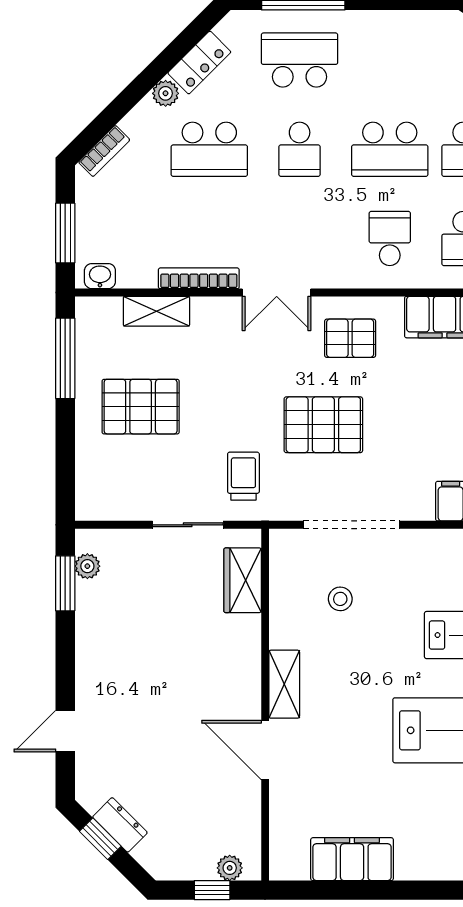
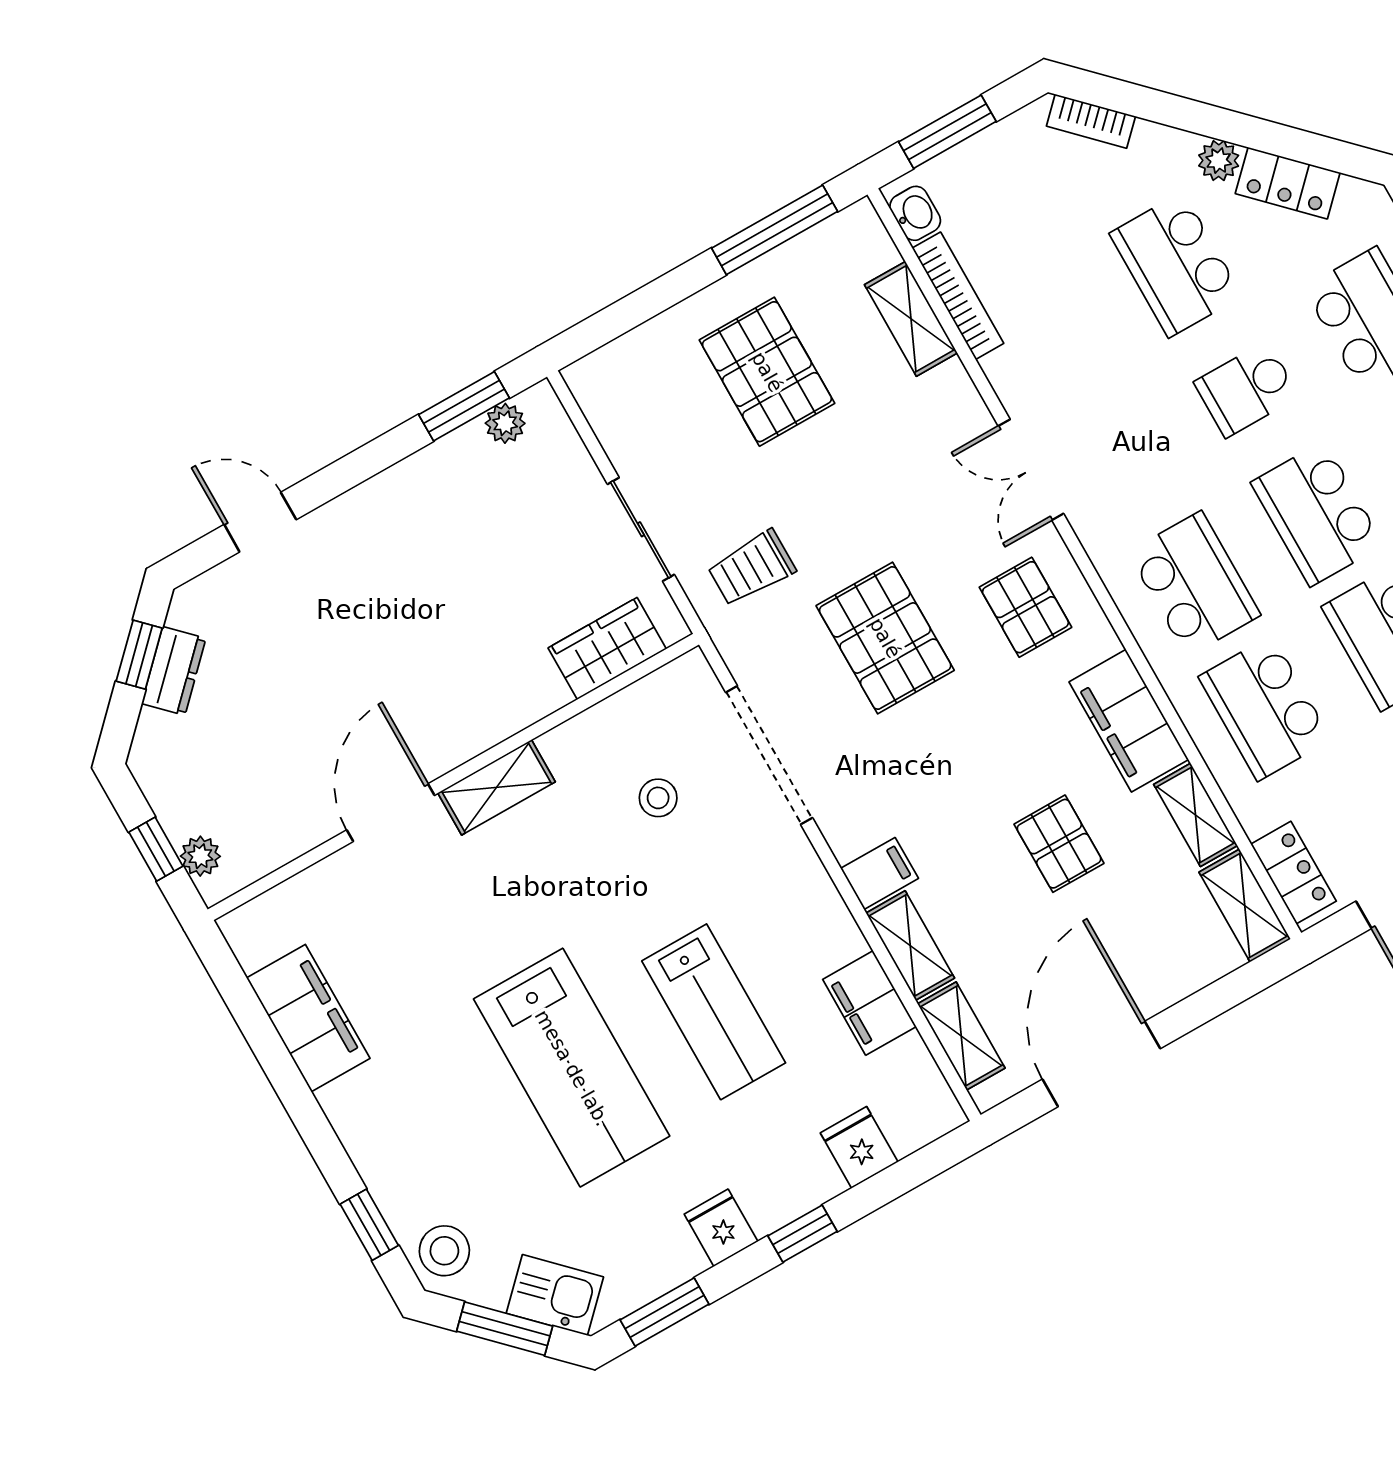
school desk: (390, 238) -> (1194, 584), width x1.85
bookcase: (199, 278) -> (958, 296), moved
trolley: (243, 476) -> (752, 568), turned 180

